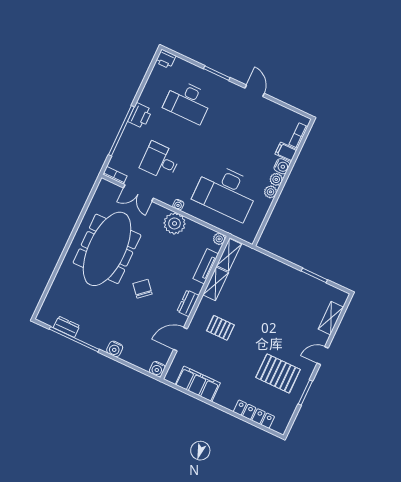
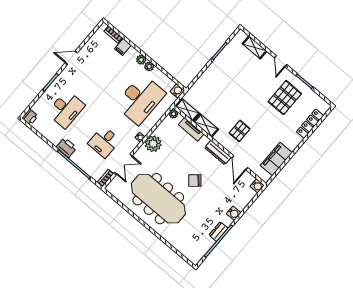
water cooler: (282, 166) -> (177, 91), moved
dresser: (188, 303) -> (218, 152), width x1.44
dresser: (67, 327) -> (218, 232), moved

